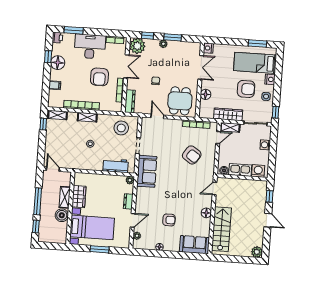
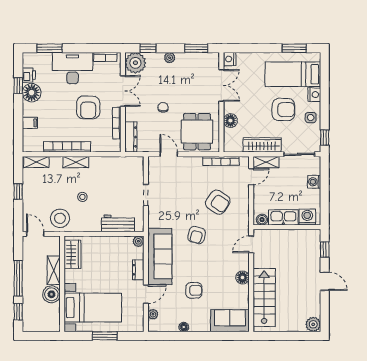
window: (173, 37) -> (196, 48), moved
printer: (57, 38) -> (29, 75), moved
window: (43, 124) -> (18, 192), moved
stool: (121, 128) -> (60, 218), moved
sofa: (147, 171) -> (160, 256), moved, width x1.36
armchair: (174, 179) -> (197, 235), added
wardrobe: (79, 197) -> (72, 254), moved

